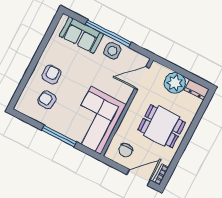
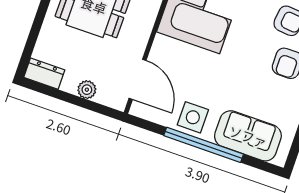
door: (142, 78) -> (138, 79), hinge flipped
plant: (175, 83) -> (87, 90), width x0.53, depth x0.53

